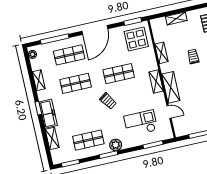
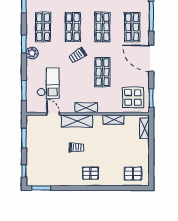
shelving: (176, 19) -> (144, 129), moved
trolley: (193, 56) -> (76, 147), moved
shop shelf: (82, 112) -> (73, 27), added
door: (169, 112) -> (53, 114), swing flipped

